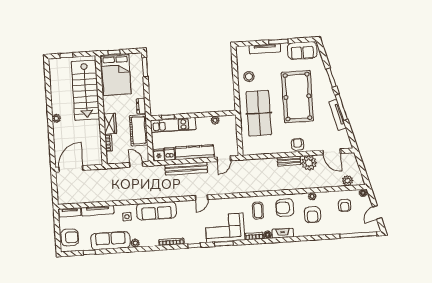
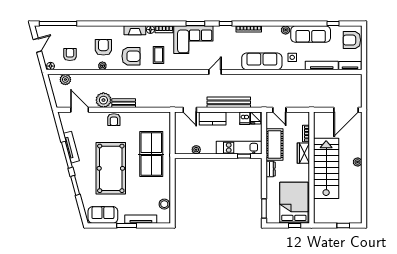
stool: (249, 77) -> (164, 204), moved
stairs: (85, 90) -> (326, 168), moved
kitchen counter: (195, 152) -> (213, 119), width x0.67
door: (224, 159) -> (190, 110), swing flipped

